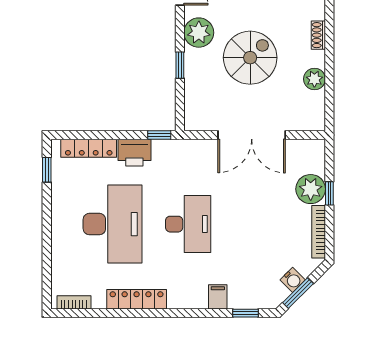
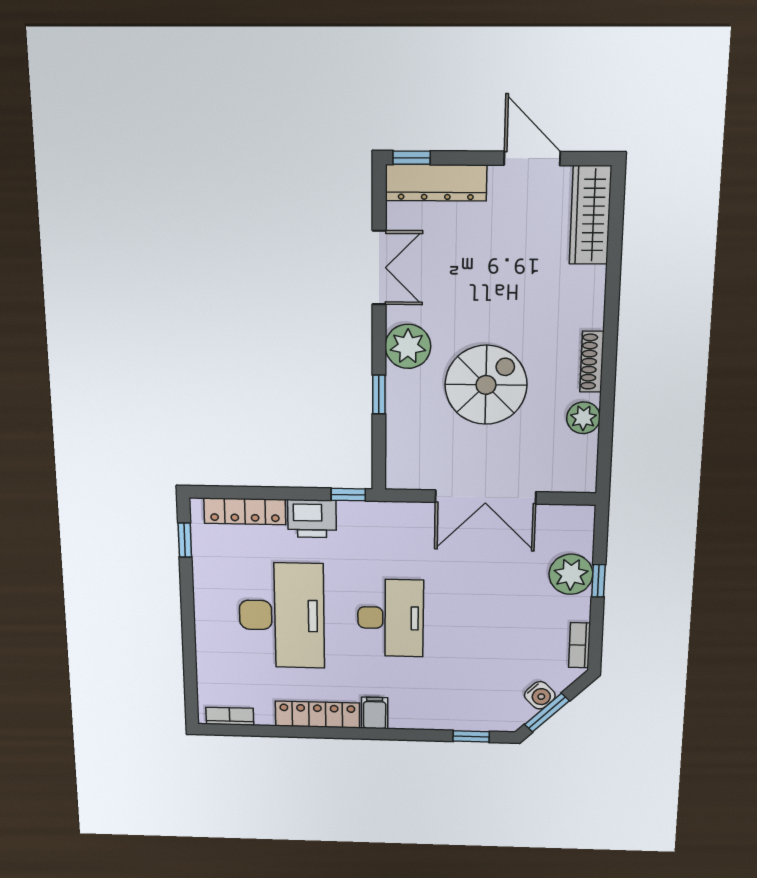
shoe rack: (318, 35) -> (592, 362), width x1.43
bookcase: (319, 232) -> (579, 645), width x0.64
filing cabinet: (218, 297) -> (375, 713), moved

